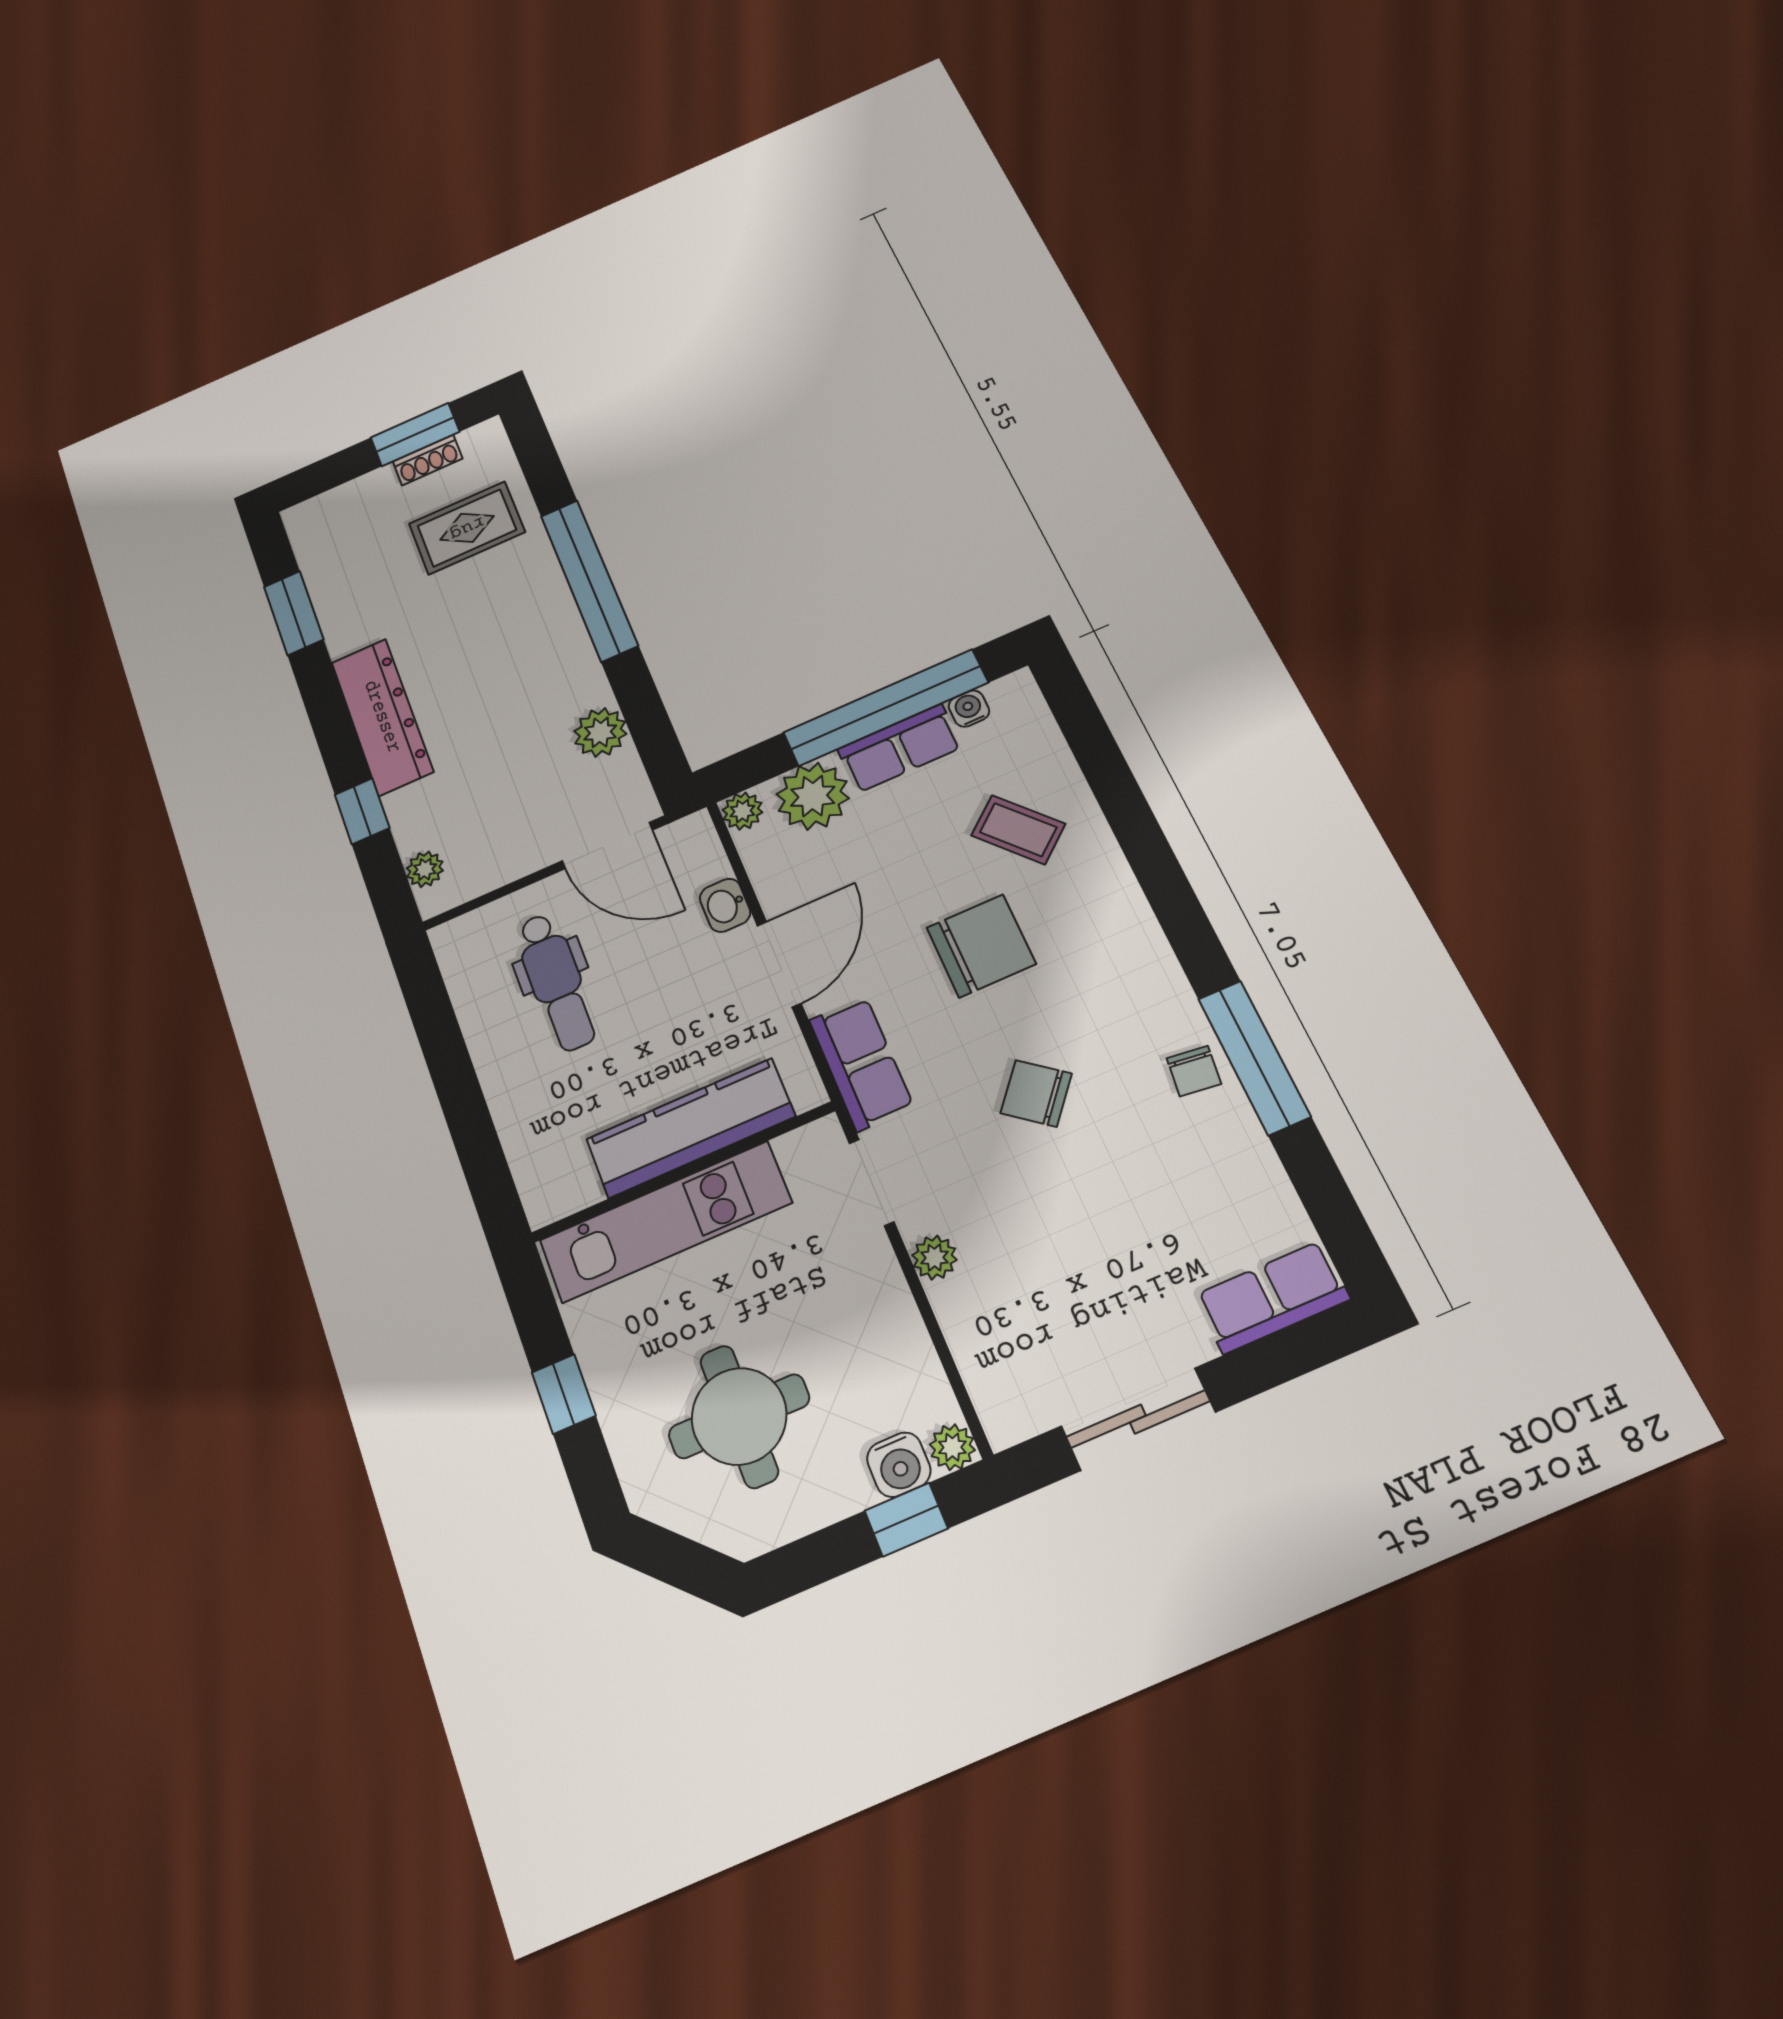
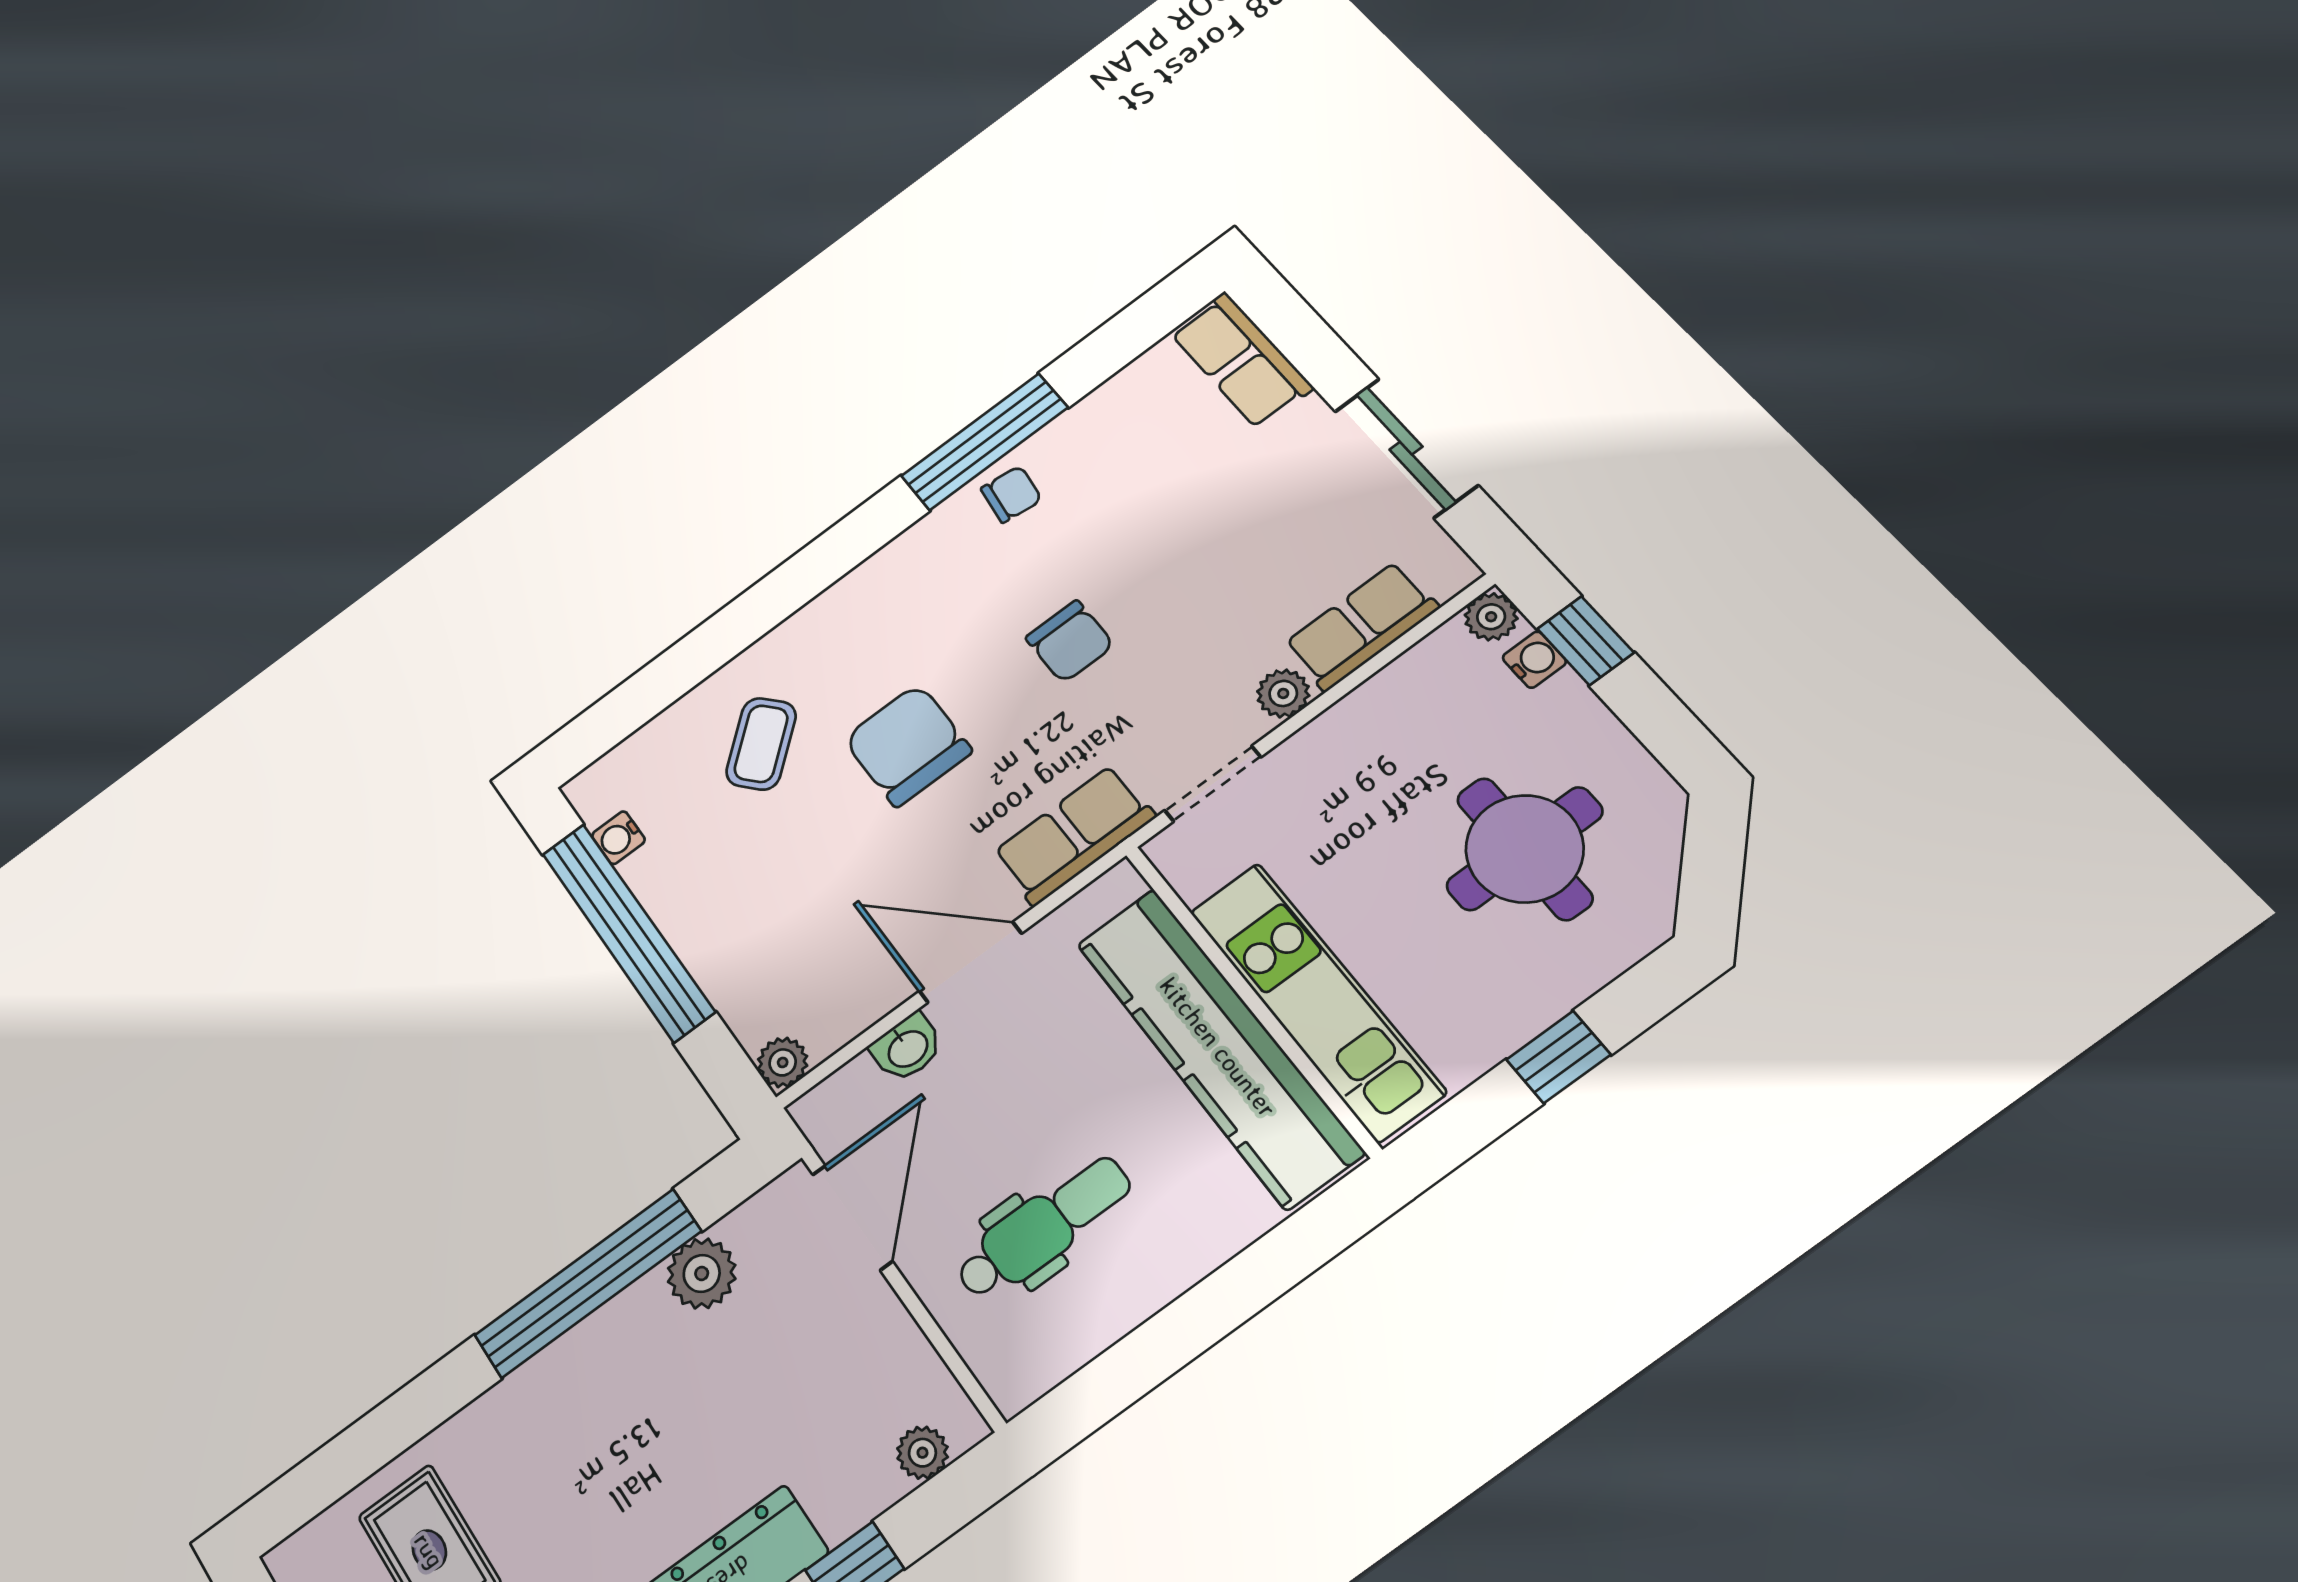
window: (589, 580) -> (588, 1283), moved
row of seats: (900, 748) -> (1361, 626), moved, turned -90
plant: (813, 796) -> (752, 984), removed
chair: (1036, 1093) -> (1070, 641), turned -39
kitchen counter: (691, 1128) -> (1218, 1047), width x1.39, depth x1.17
water cooler: (899, 1465) -> (1534, 660), width x0.72, depth x0.72

